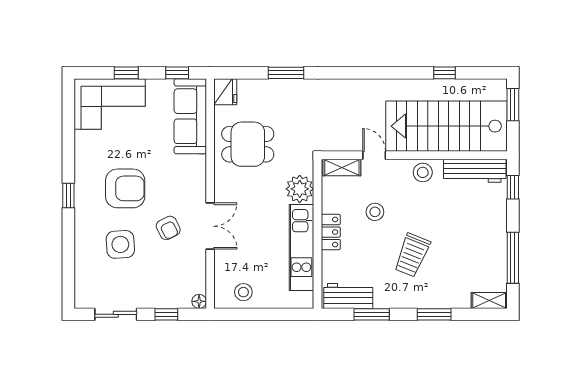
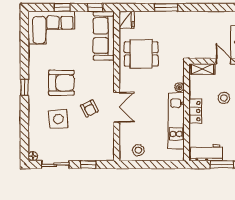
plant: (300, 189) -> (179, 87), width x0.53, depth x0.53
floor lamp: (199, 301) -> (33, 156), moved

